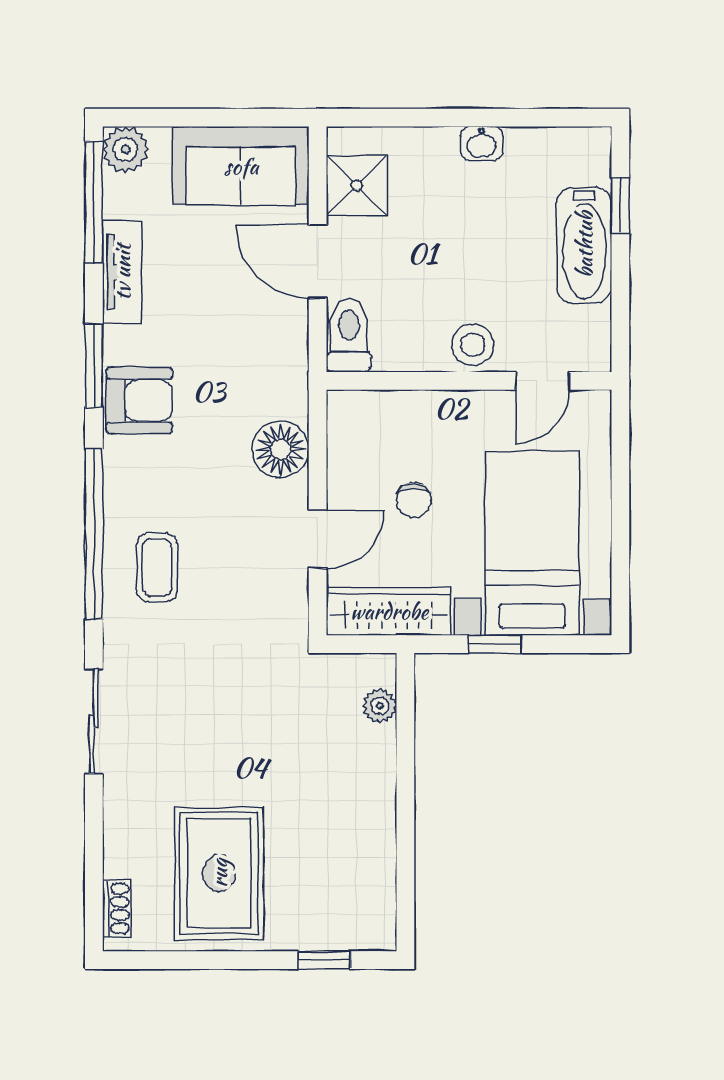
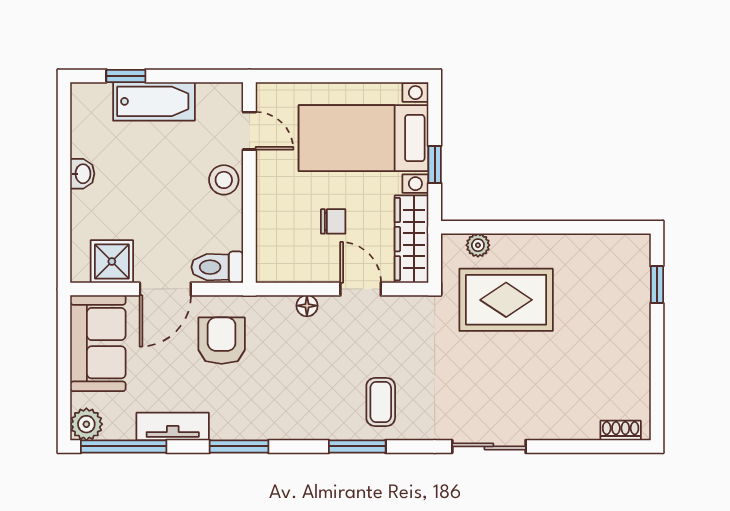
armchair: (139, 401) -> (222, 341), moved
floor lamp: (281, 449) -> (307, 306), width x0.53, depth x0.53
window: (94, 534) -> (357, 446), width x0.47
coffee table: (157, 568) -> (381, 402), turned 90
rug: (219, 873) -> (506, 300), moved

